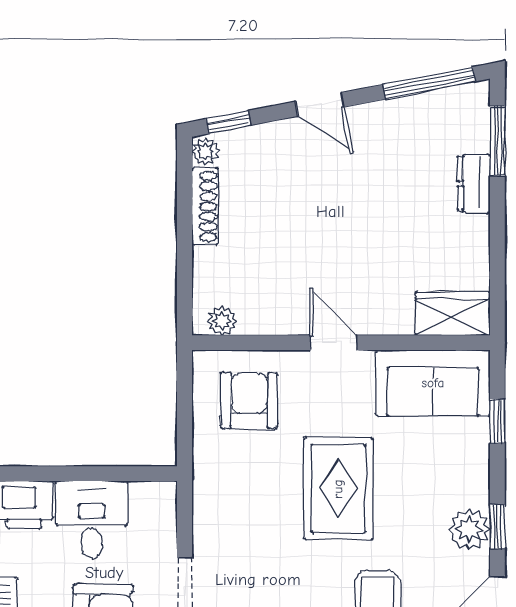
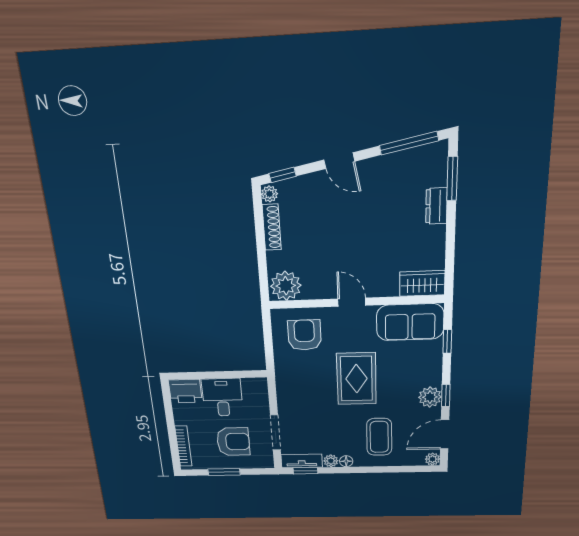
plant: (222, 321) -> (286, 286), width x1.88, depth x1.88

